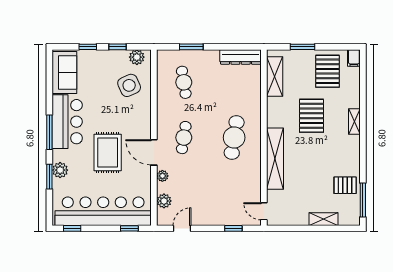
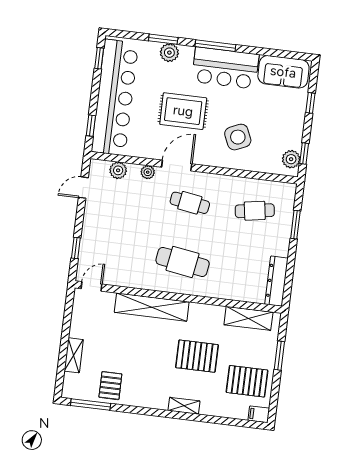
window: (117, 47) -> (304, 153), moved
side table: (129, 85) -> (238, 137), moved
door: (182, 228) -> (83, 188), swing flipped

